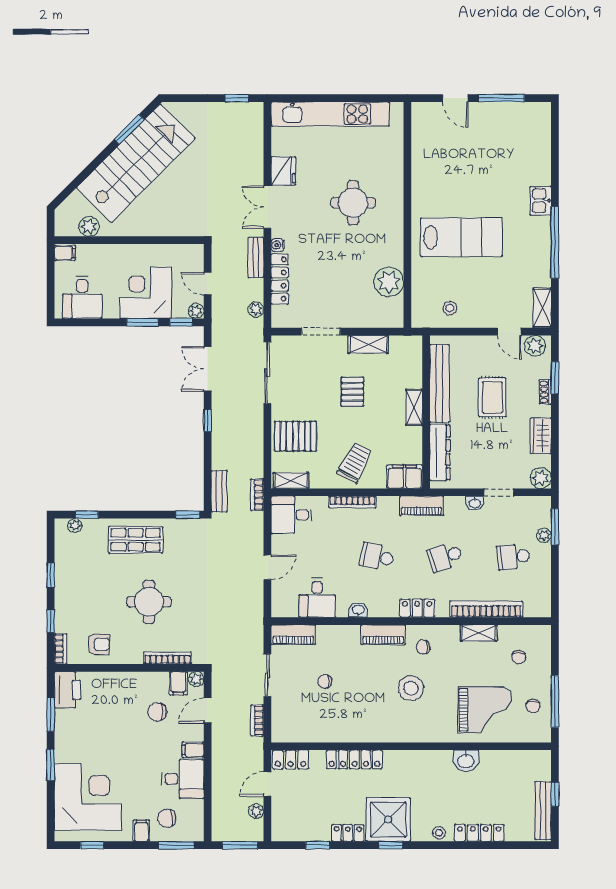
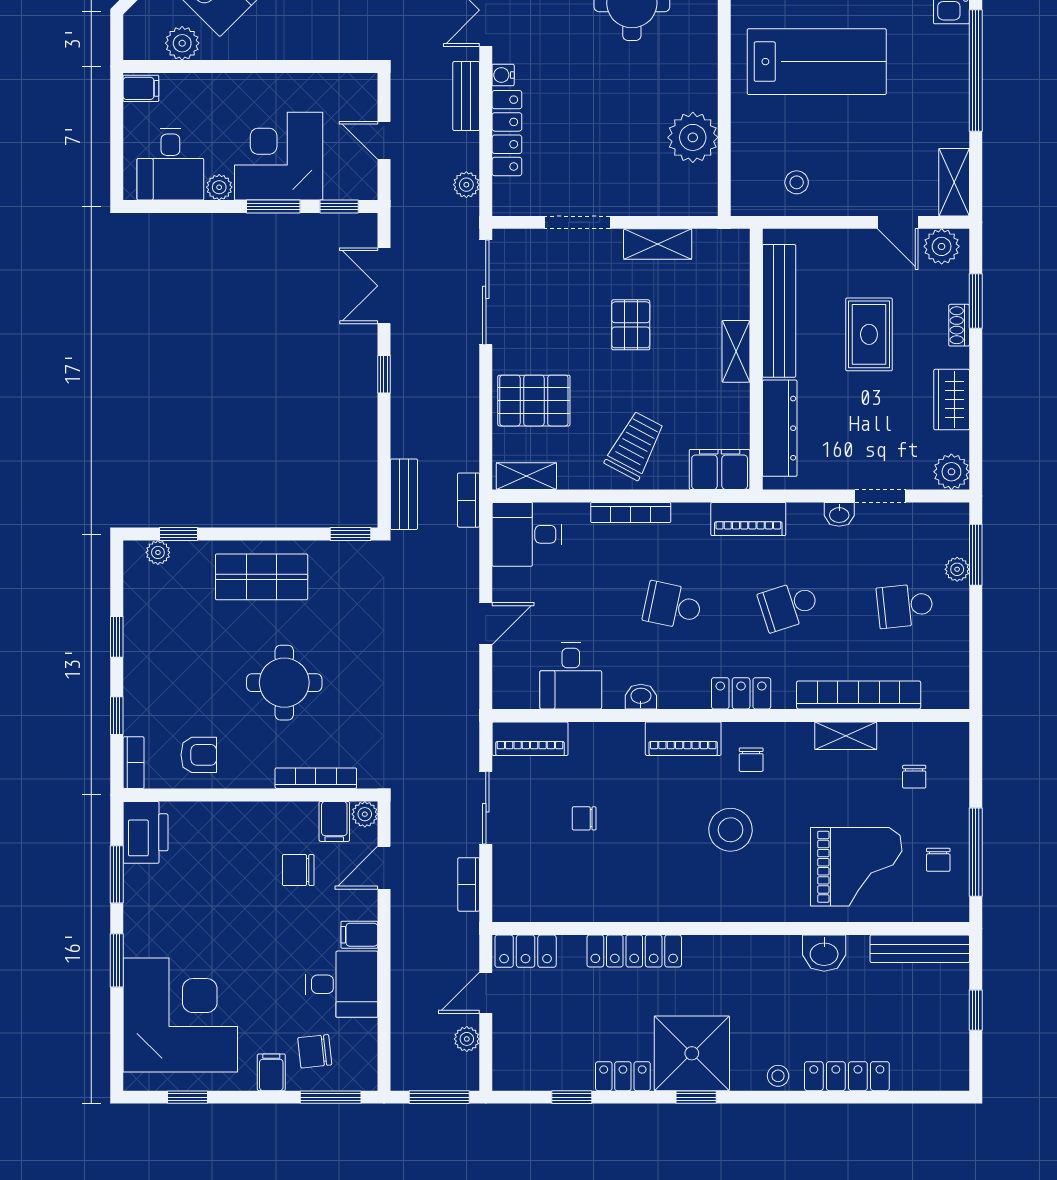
plant: (196, 311) -> (219, 187), moved
chair: (423, 647) -> (751, 760), turned -90
bench: (543, 811) -> (920, 949), moved, turned 90

